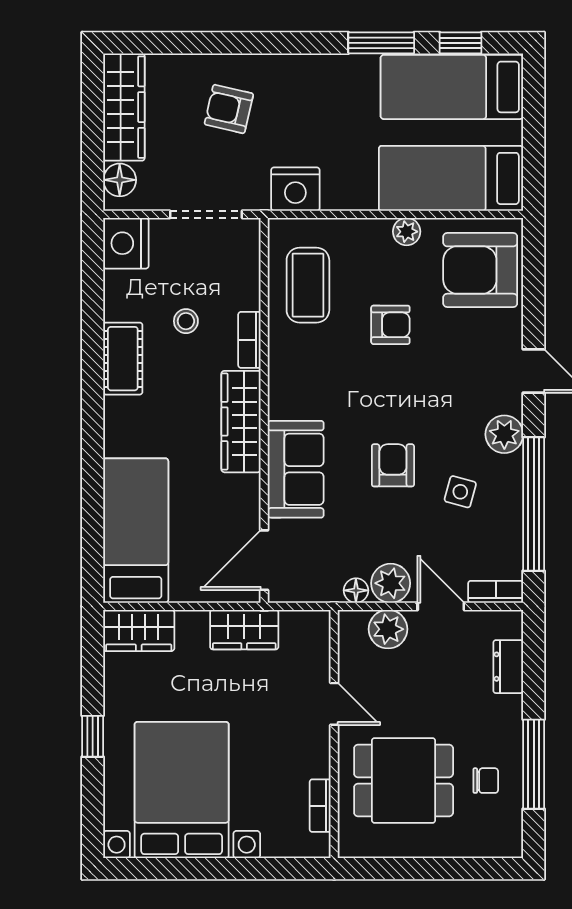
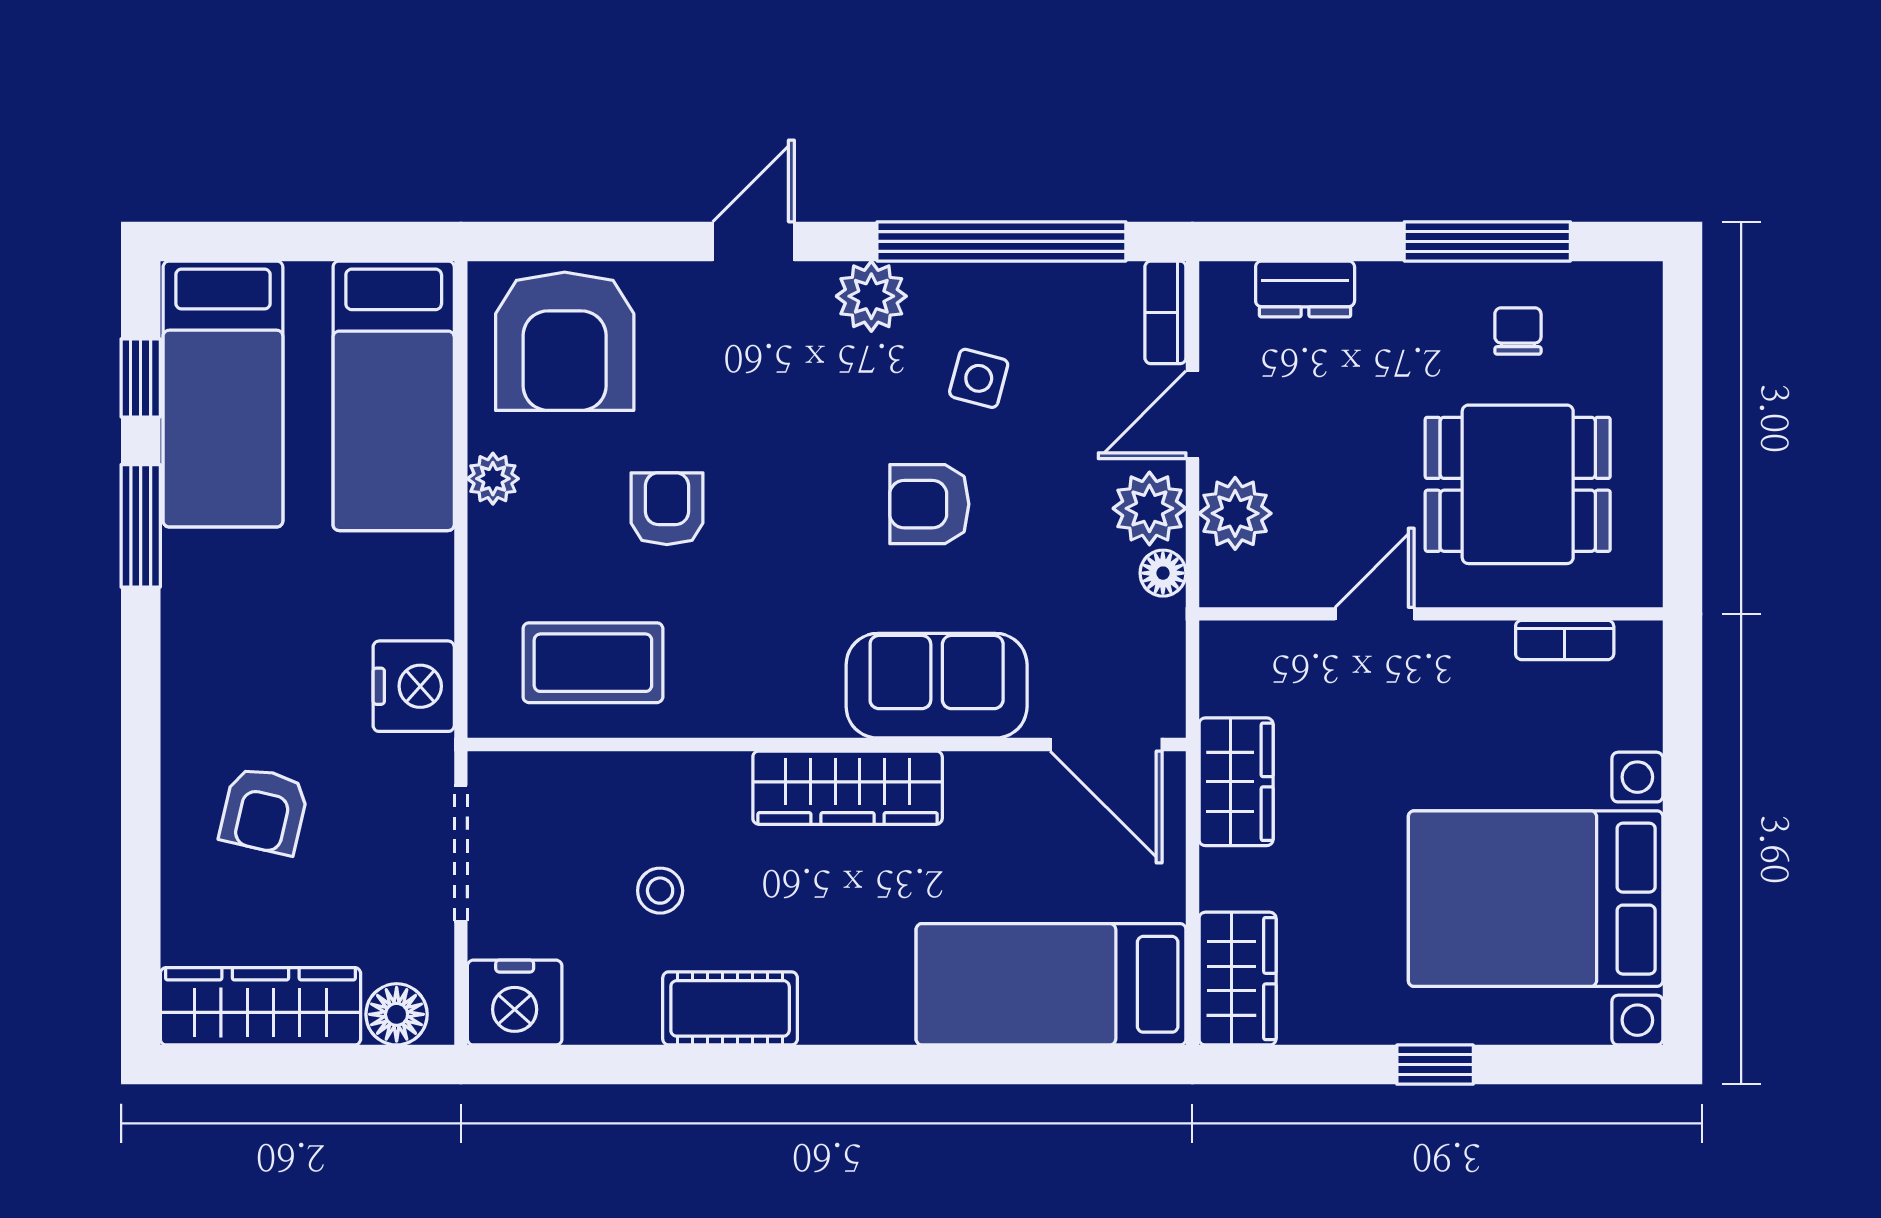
bookcase: (249, 340) -> (695, 772), removed
dining table: (404, 780) -> (1518, 484), turned 90

